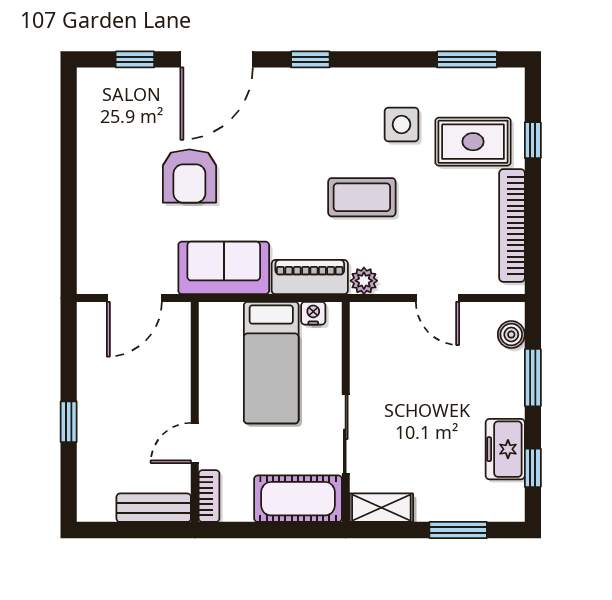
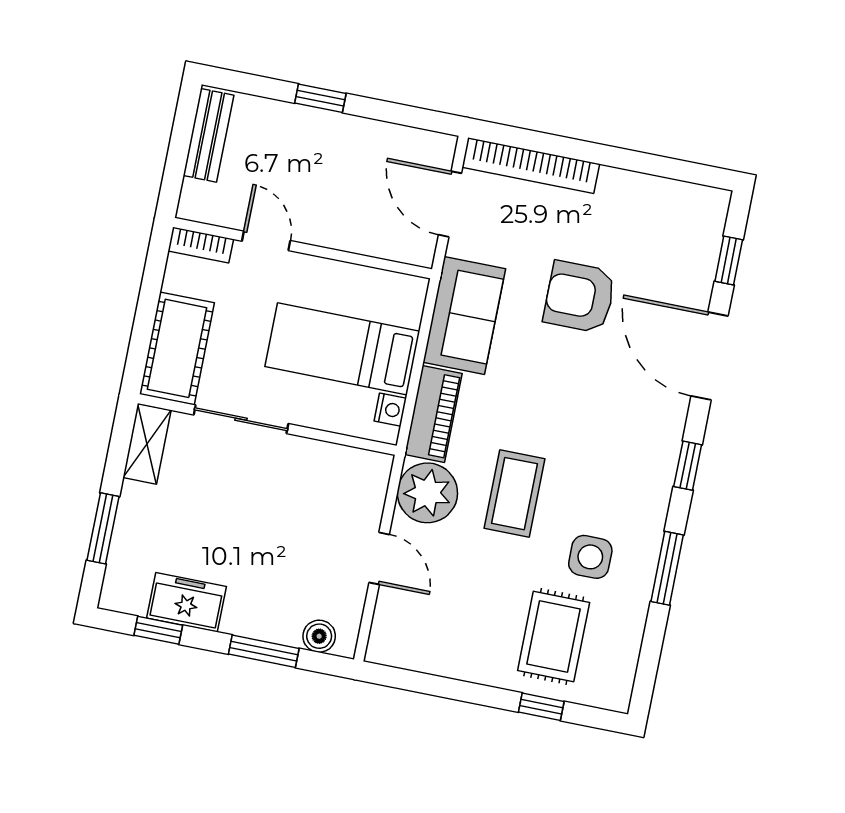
window: (467, 59) -> (667, 568), moved
bookcase: (512, 226) -> (531, 166), moved, turned 180
plant: (364, 281) -> (427, 493), width x1.88, depth x1.88
door: (437, 298) -> (379, 558), swing flipped
bench: (154, 508) -> (209, 135), moved

